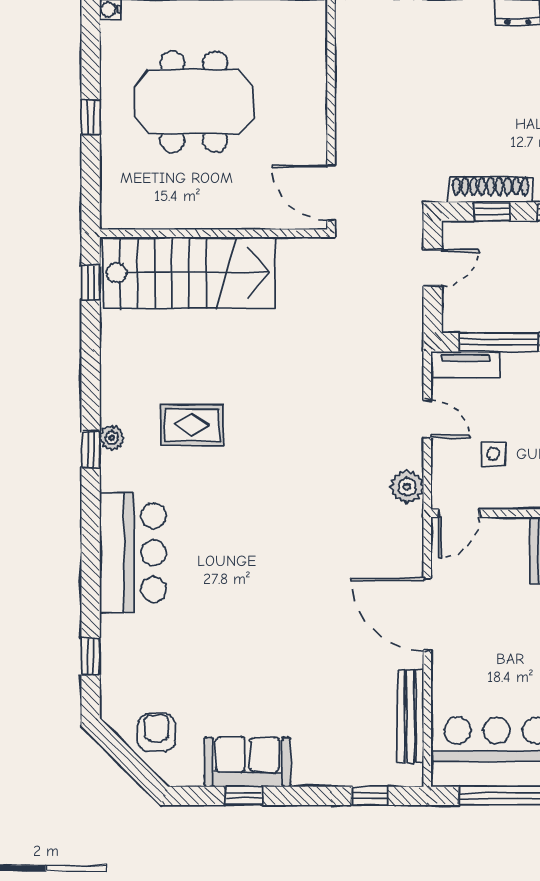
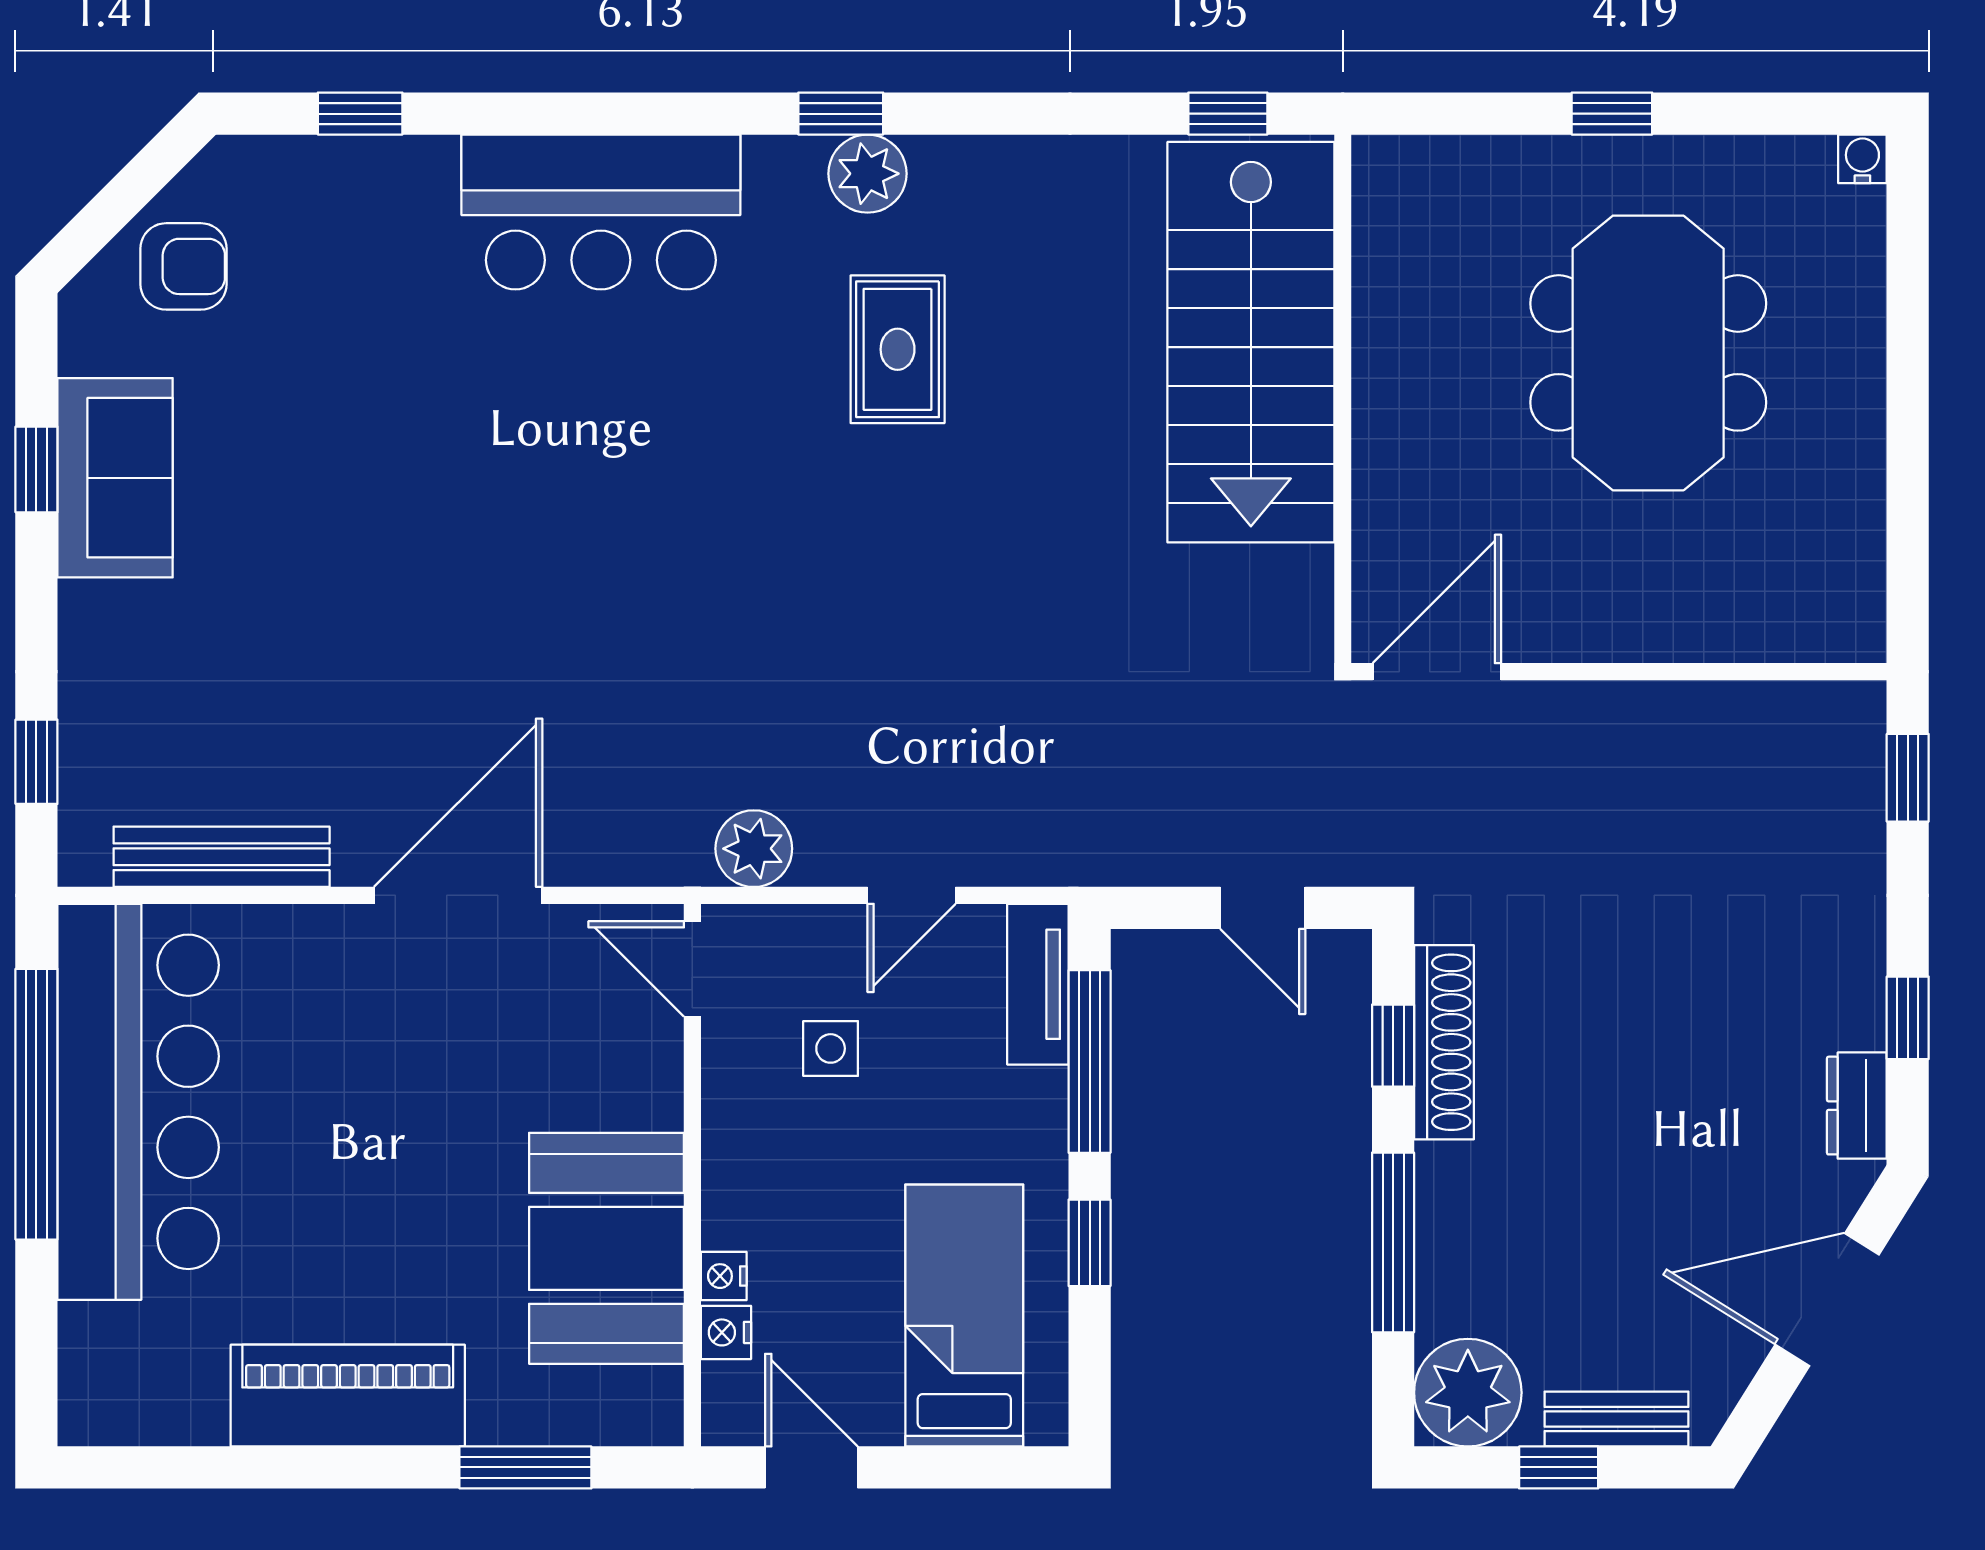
plant: (112, 438) -> (868, 174), width x1.38, depth x1.38

